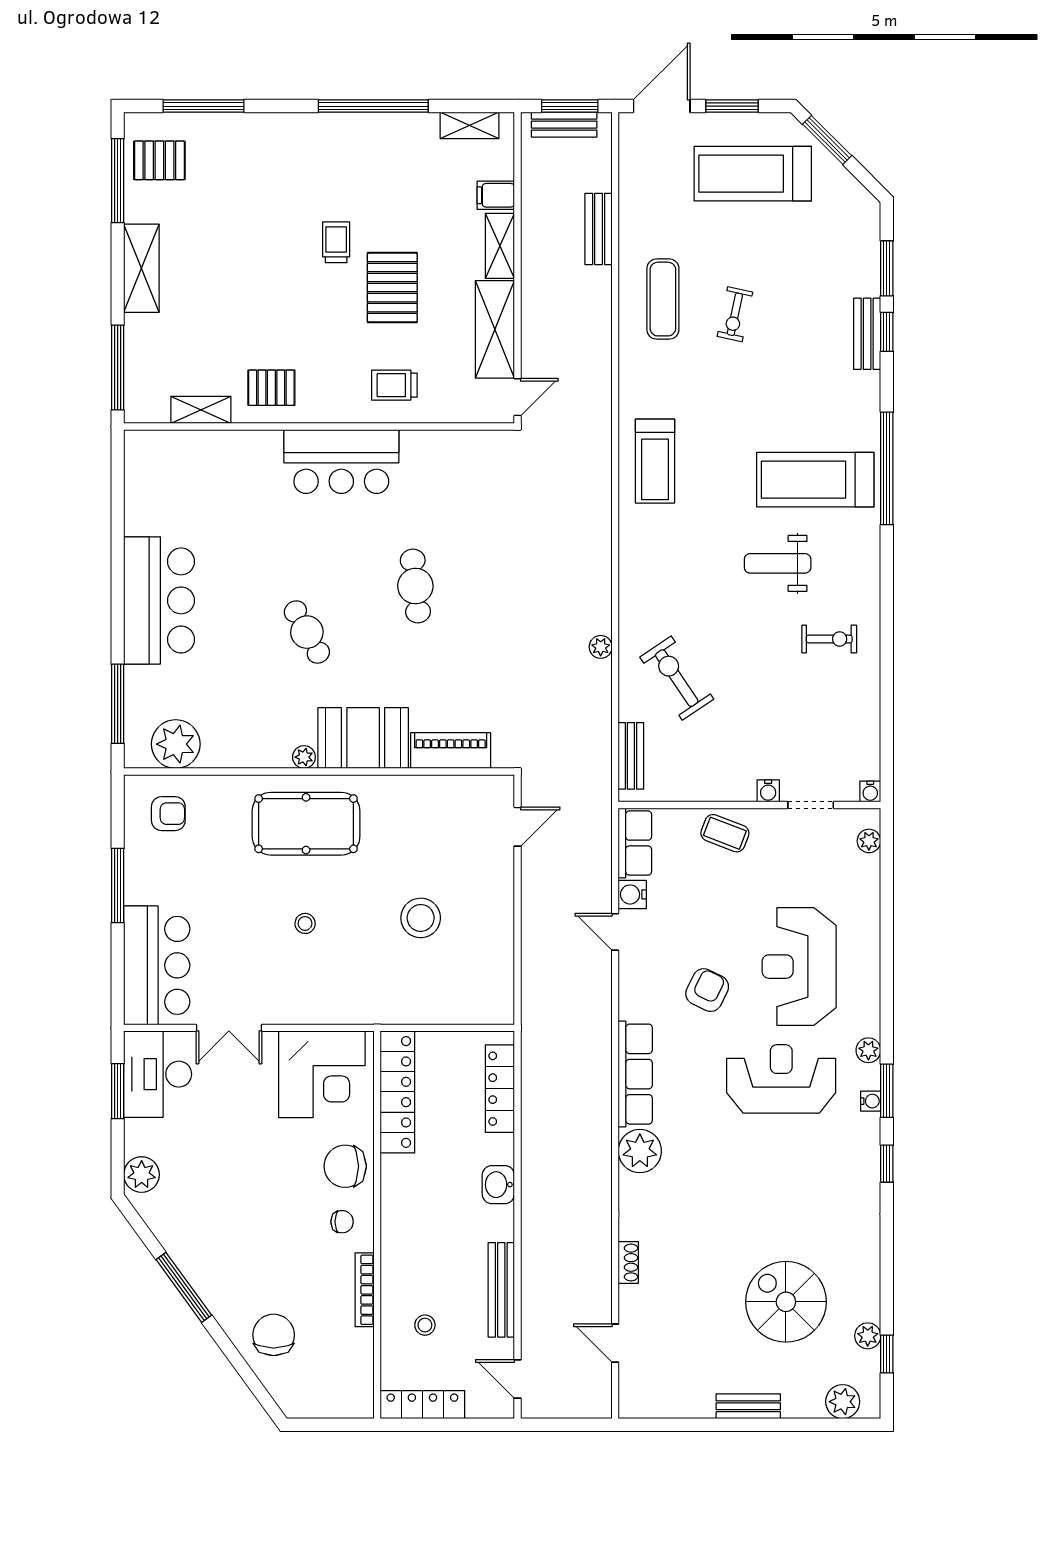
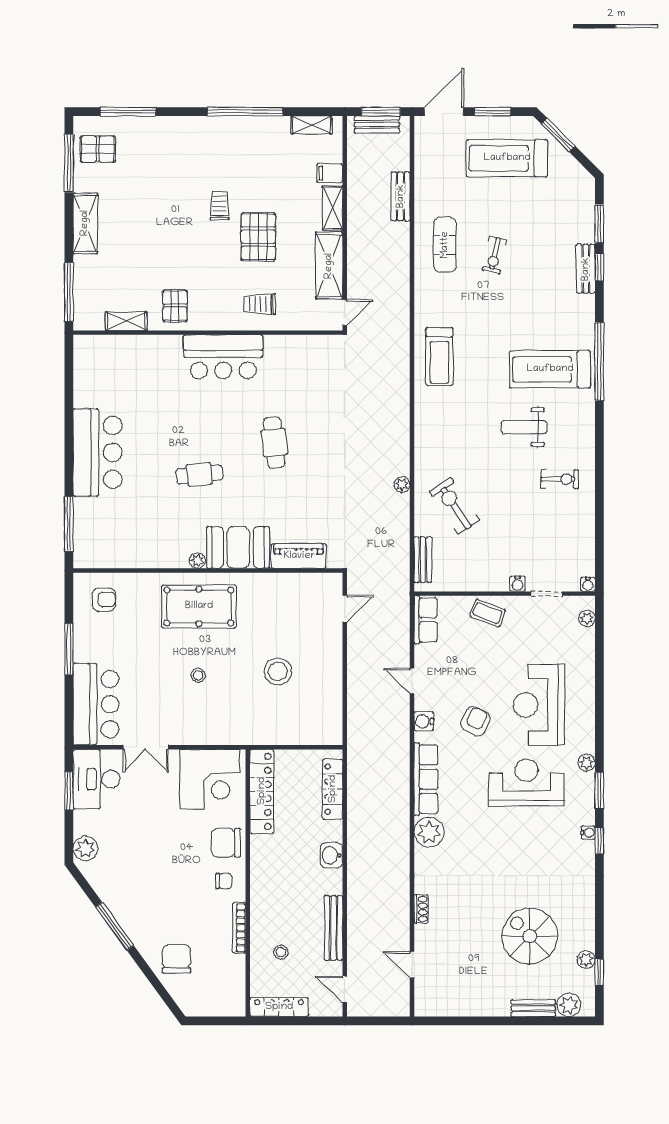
pallet: (271, 388) -> (175, 306), turned 90
cafe table: (307, 632) -> (199, 474), turned -67
plant: (176, 744) -> (109, 552), removed
water cooler: (632, 894) -> (424, 721), moved
water cooler: (871, 1101) -> (588, 833), moved
bench: (748, 1406) -> (533, 1008), moved

